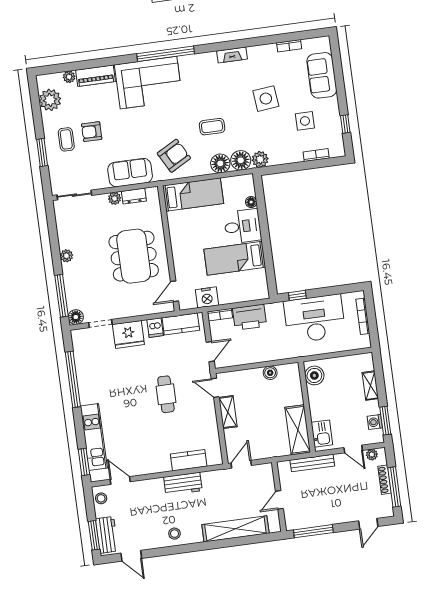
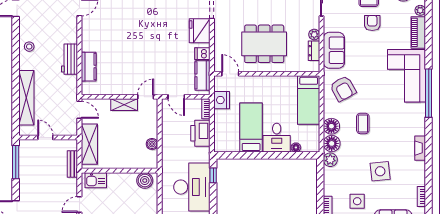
cafe table: (166, 394) -> (146, 55), removed
shelving: (298, 430) -> (89, 144), moved, turned 90
bench: (312, 463) -> (72, 164), width x0.73

